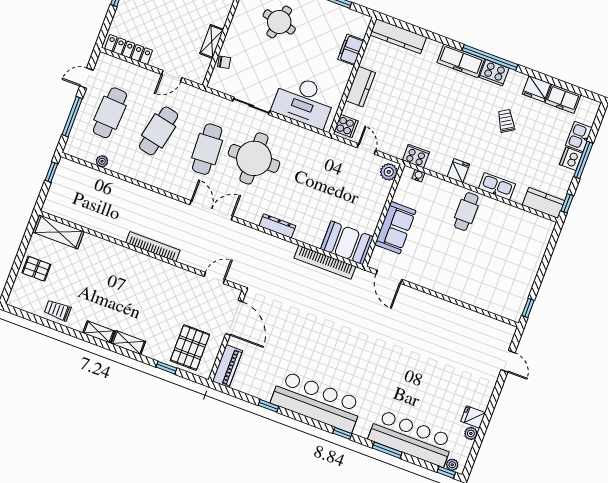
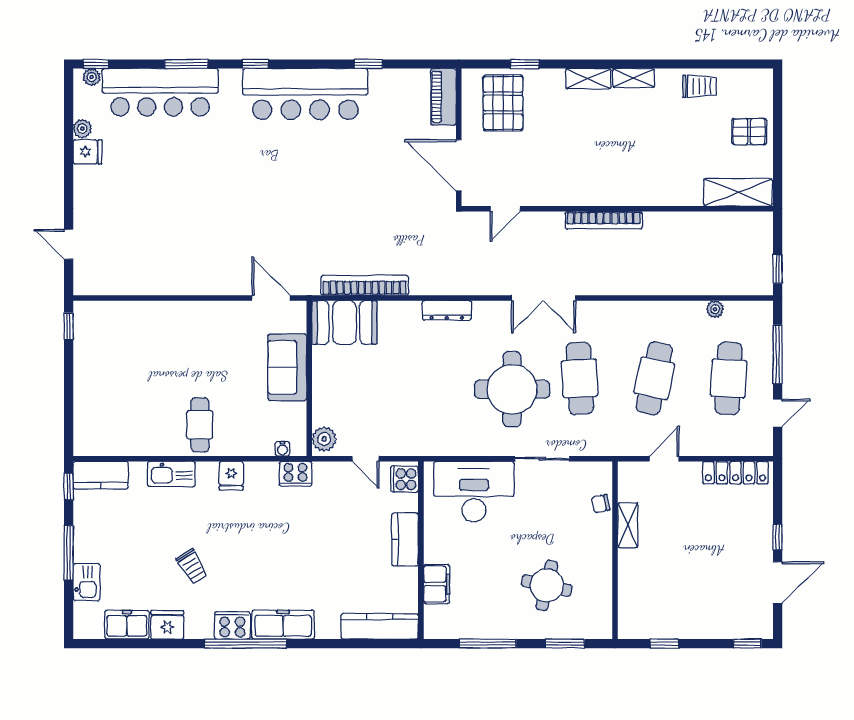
dishwasher: (571, 159) -> (86, 548), removed

